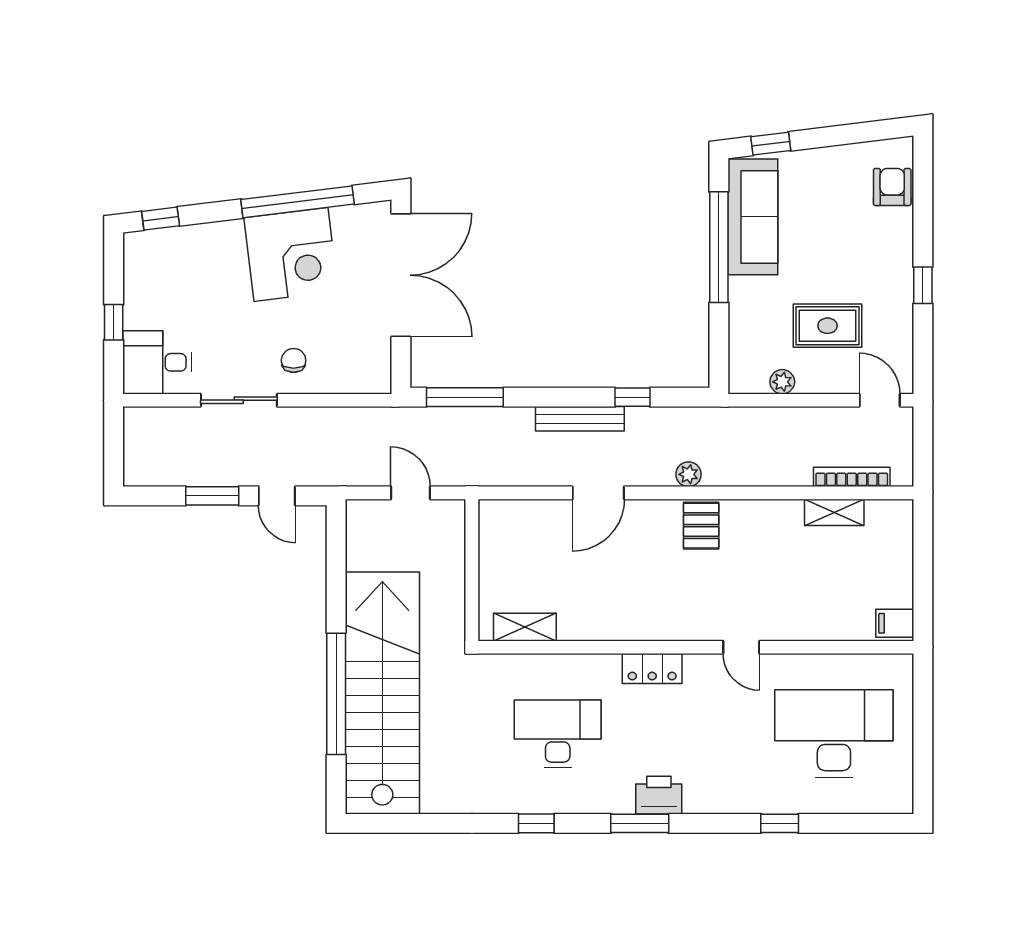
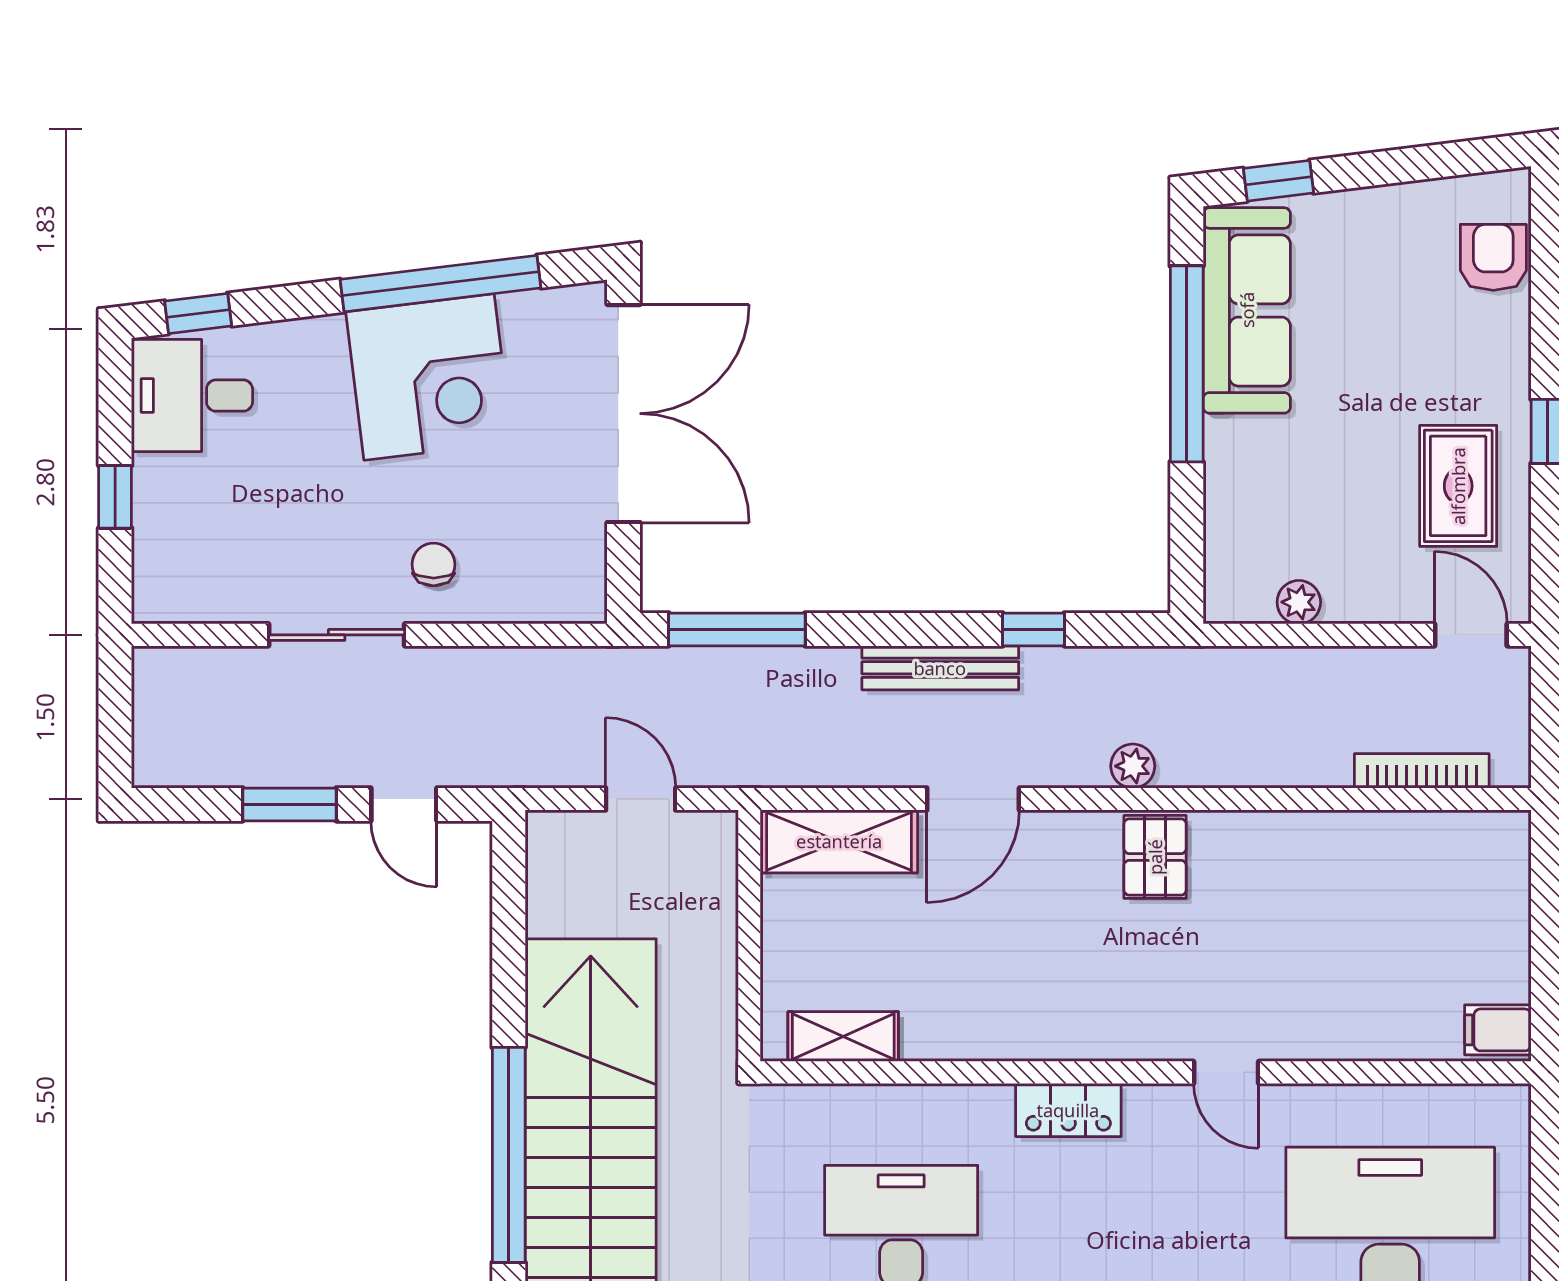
rug: (827, 326) -> (1458, 486), moved, turned 90
desk: (157, 362) -> (192, 396), moved
shelving: (834, 512) -> (839, 841), moved, width x1.50, depth x1.33

